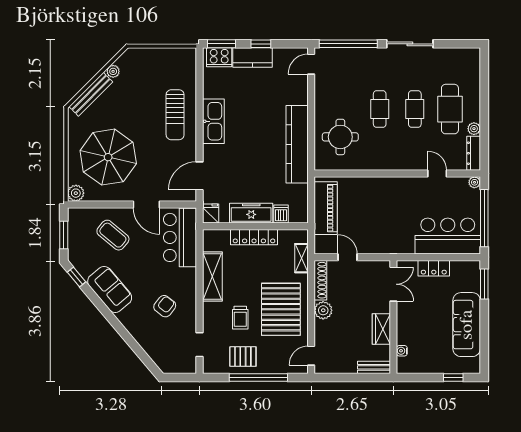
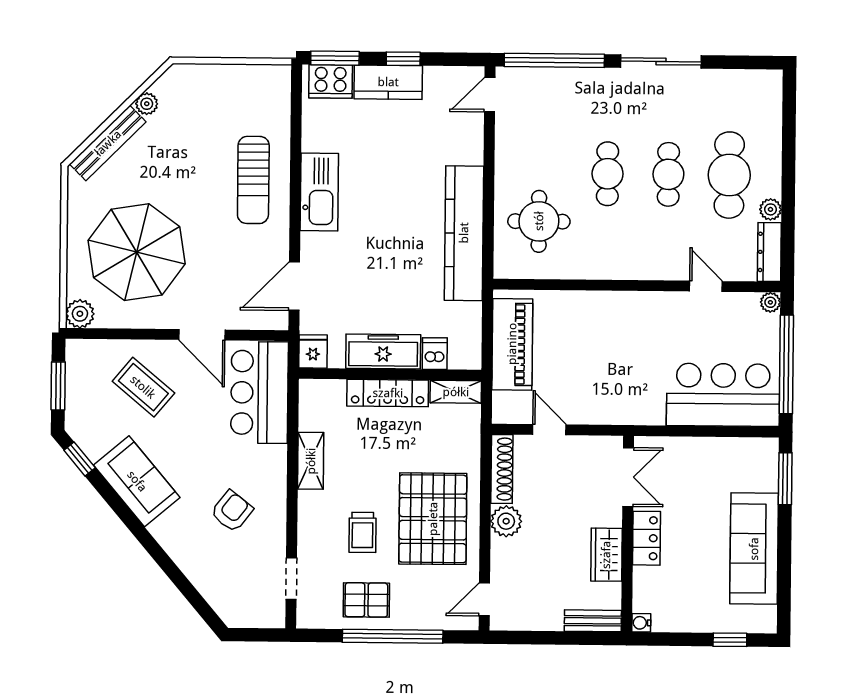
shelving: (301, 258) -> (456, 392), moved, turned 90
locker: (434, 268) -> (646, 538), moved, turned -90
shelving: (212, 277) -> (311, 461), width x0.67, depth x0.75
water cooler: (402, 351) -> (641, 623), moved

